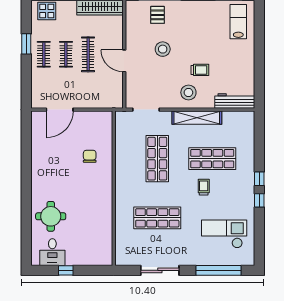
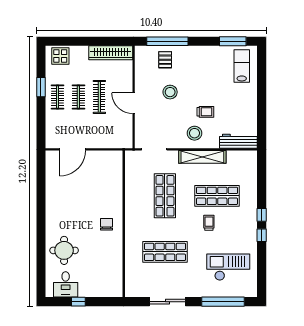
chair: (90, 156) -> (106, 224), moved

